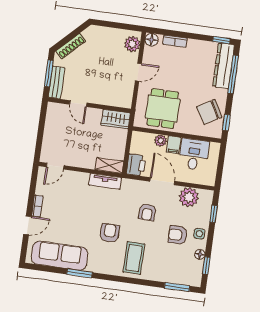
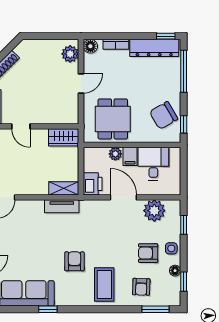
dresser: (223, 66) -> (154, 48), moved, turned -90
armchair: (147, 212) -> (141, 287), moved
window: (79, 273) -> (48, 309), width x0.67

